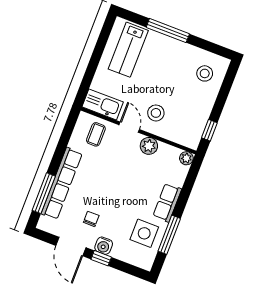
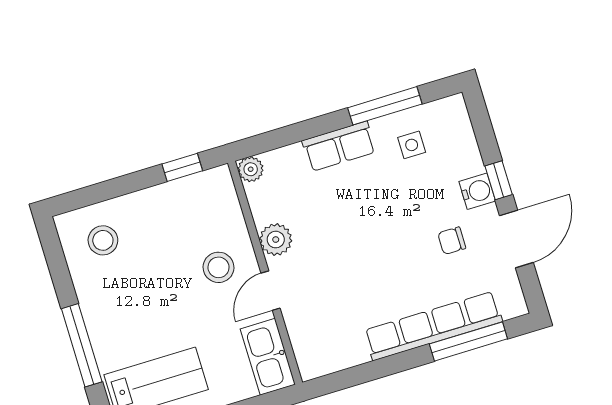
coffee table: (96, 134) -> (320, 332), removed
side table: (144, 233) -> (412, 145), width x0.54, depth x0.54

